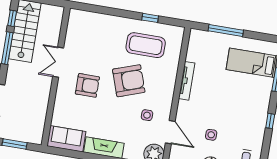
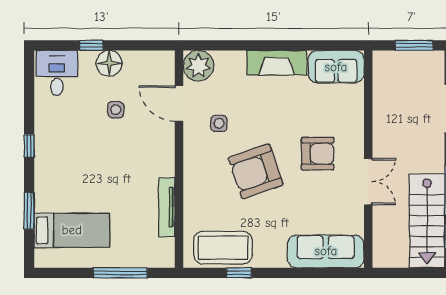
sofa: (93, 22) -> (326, 251), added
coffee table: (146, 45) -> (223, 248), moved
tv unit: (187, 81) -> (167, 207), moved
armchair: (87, 85) -> (318, 154), turned 180

